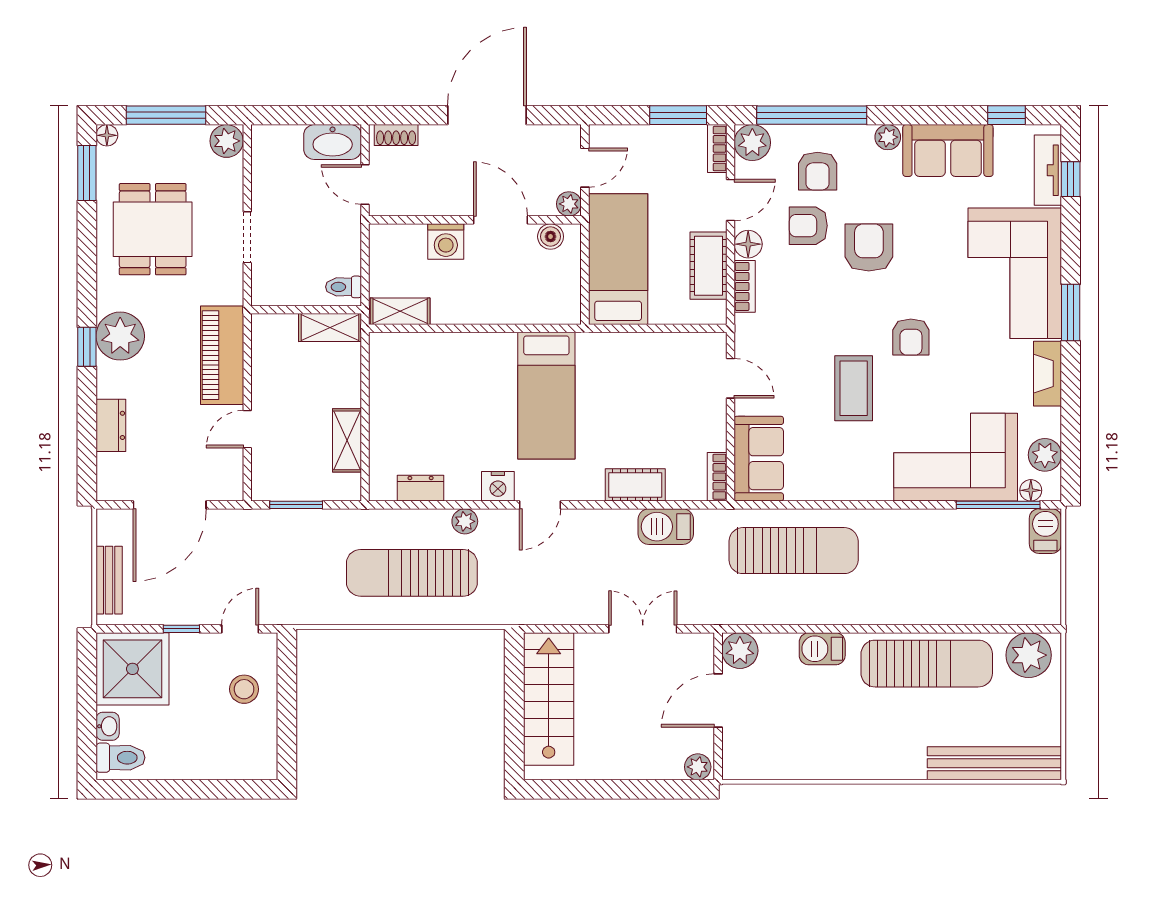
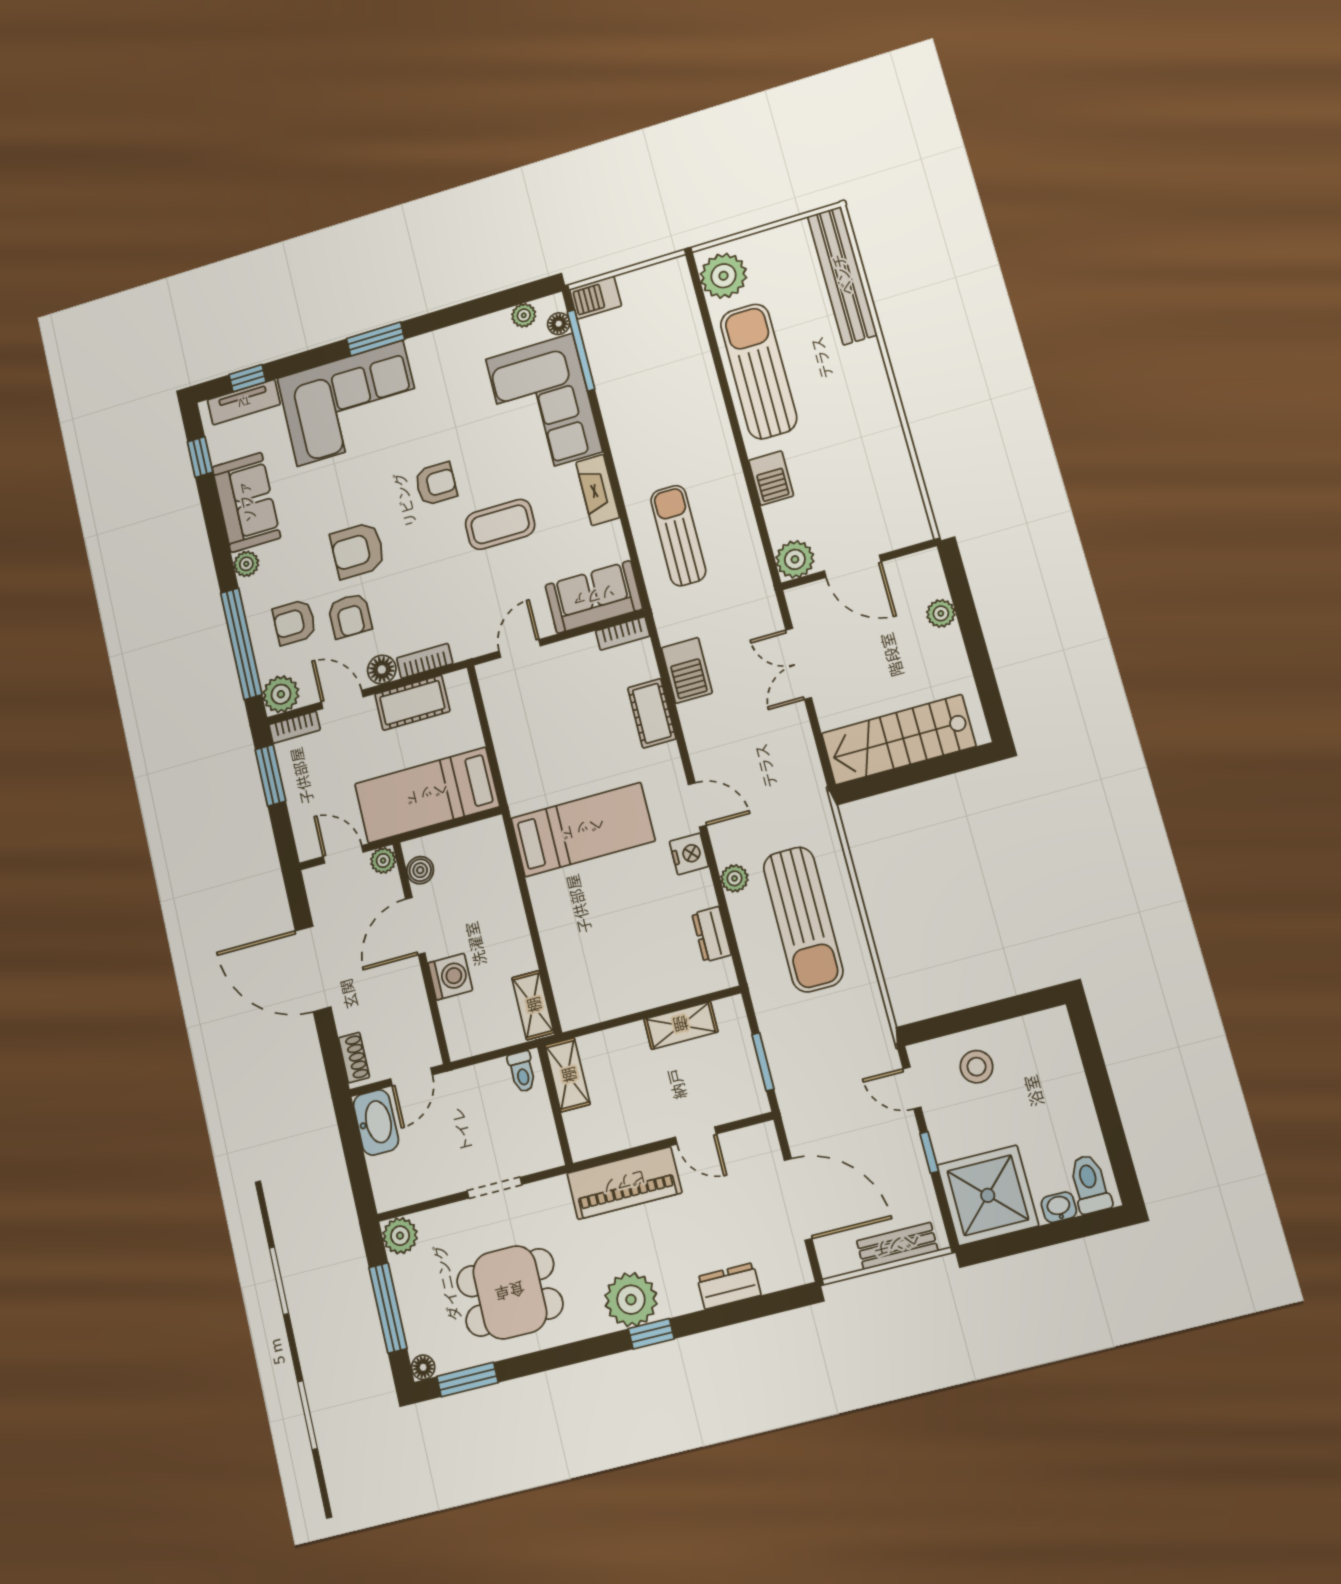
armchair: (818, 171) -> (294, 622), turned 180
fireplace: (1047, 374) -> (598, 490), moved, turned 90
plant: (1045, 455) -> (524, 315), width x0.73, depth x0.73
sun lounger: (794, 551) -> (678, 536), width x0.73, depth x0.75
plant: (698, 767) -> (941, 613), moved

